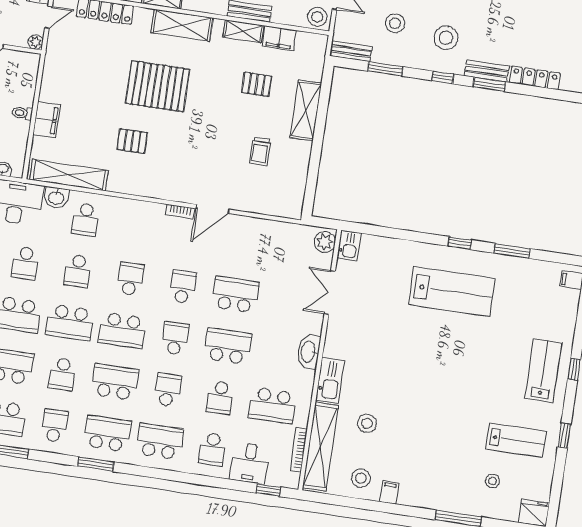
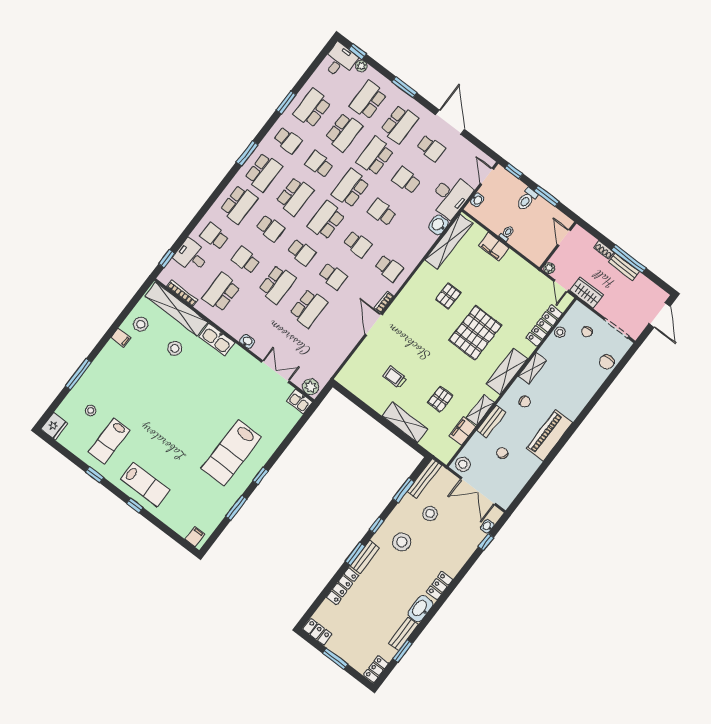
bench: (351, 51) -> (424, 478), width x1.36
school desk: (85, 219) -> (389, 268), moved, turned 180
washbasin: (309, 352) -> (247, 341), width x0.52, depth x0.69

